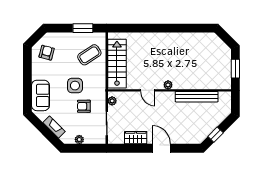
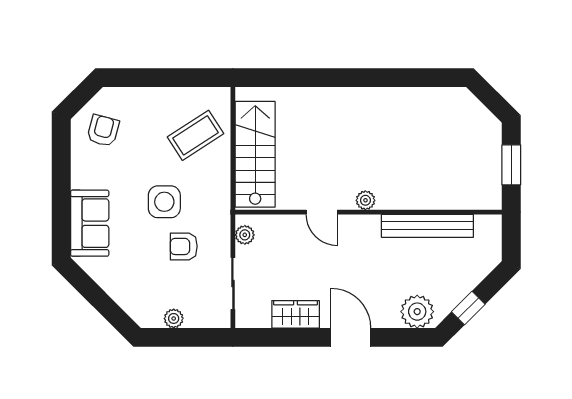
window: (83, 28) -> (181, 78), removed
fireplace: (54, 127) -> (119, 291), removed
plant: (192, 136) -> (417, 312), added

